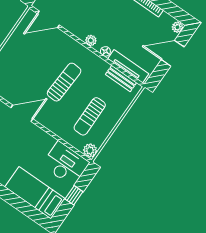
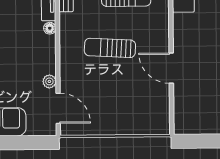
plant: (91, 40) -> (49, 81), moved

